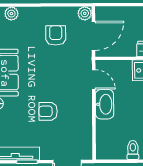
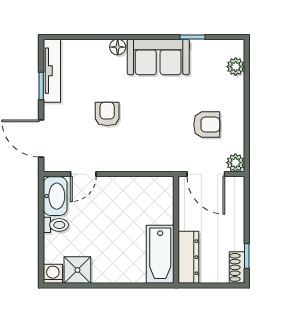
door: (94, 79) -> (83, 174), moved
washbasin: (104, 104) -> (55, 196), moved, turned -90

